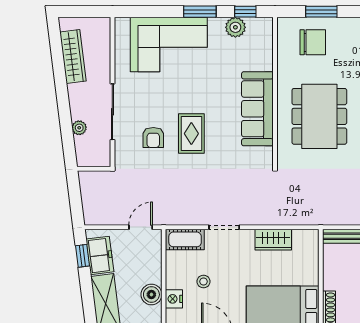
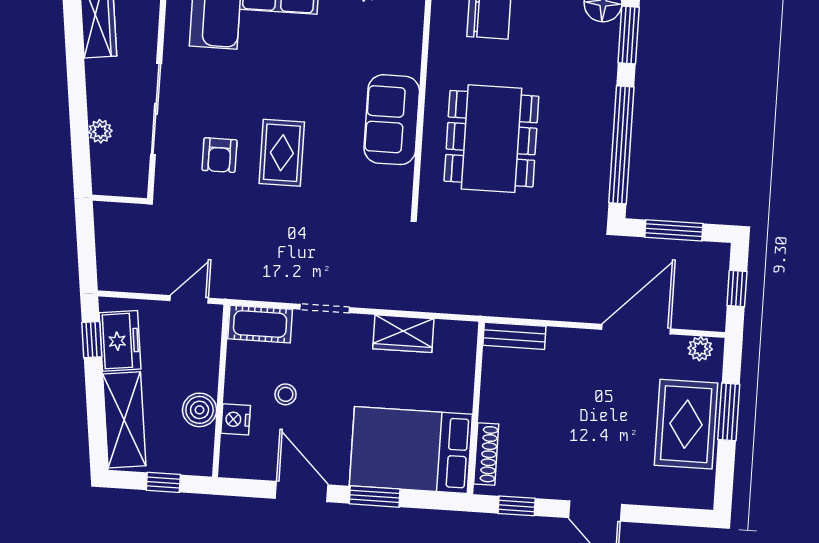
sofa: (257, 109) -> (392, 120), width x0.73

